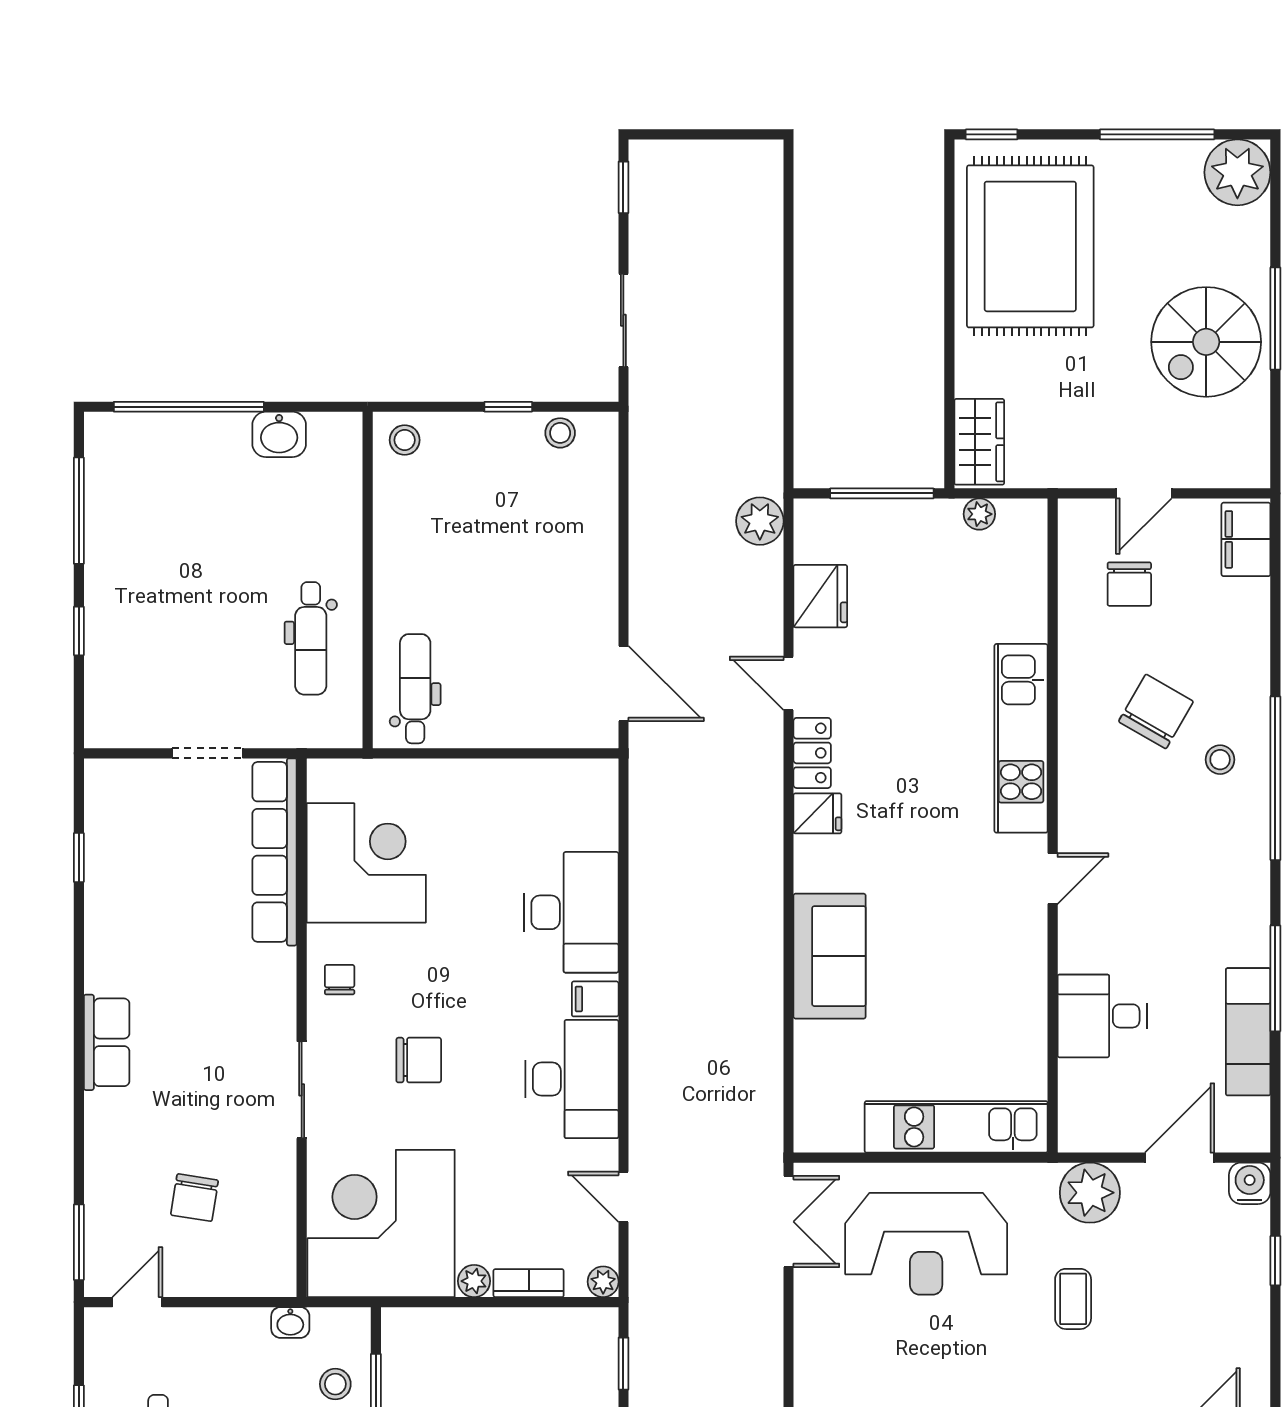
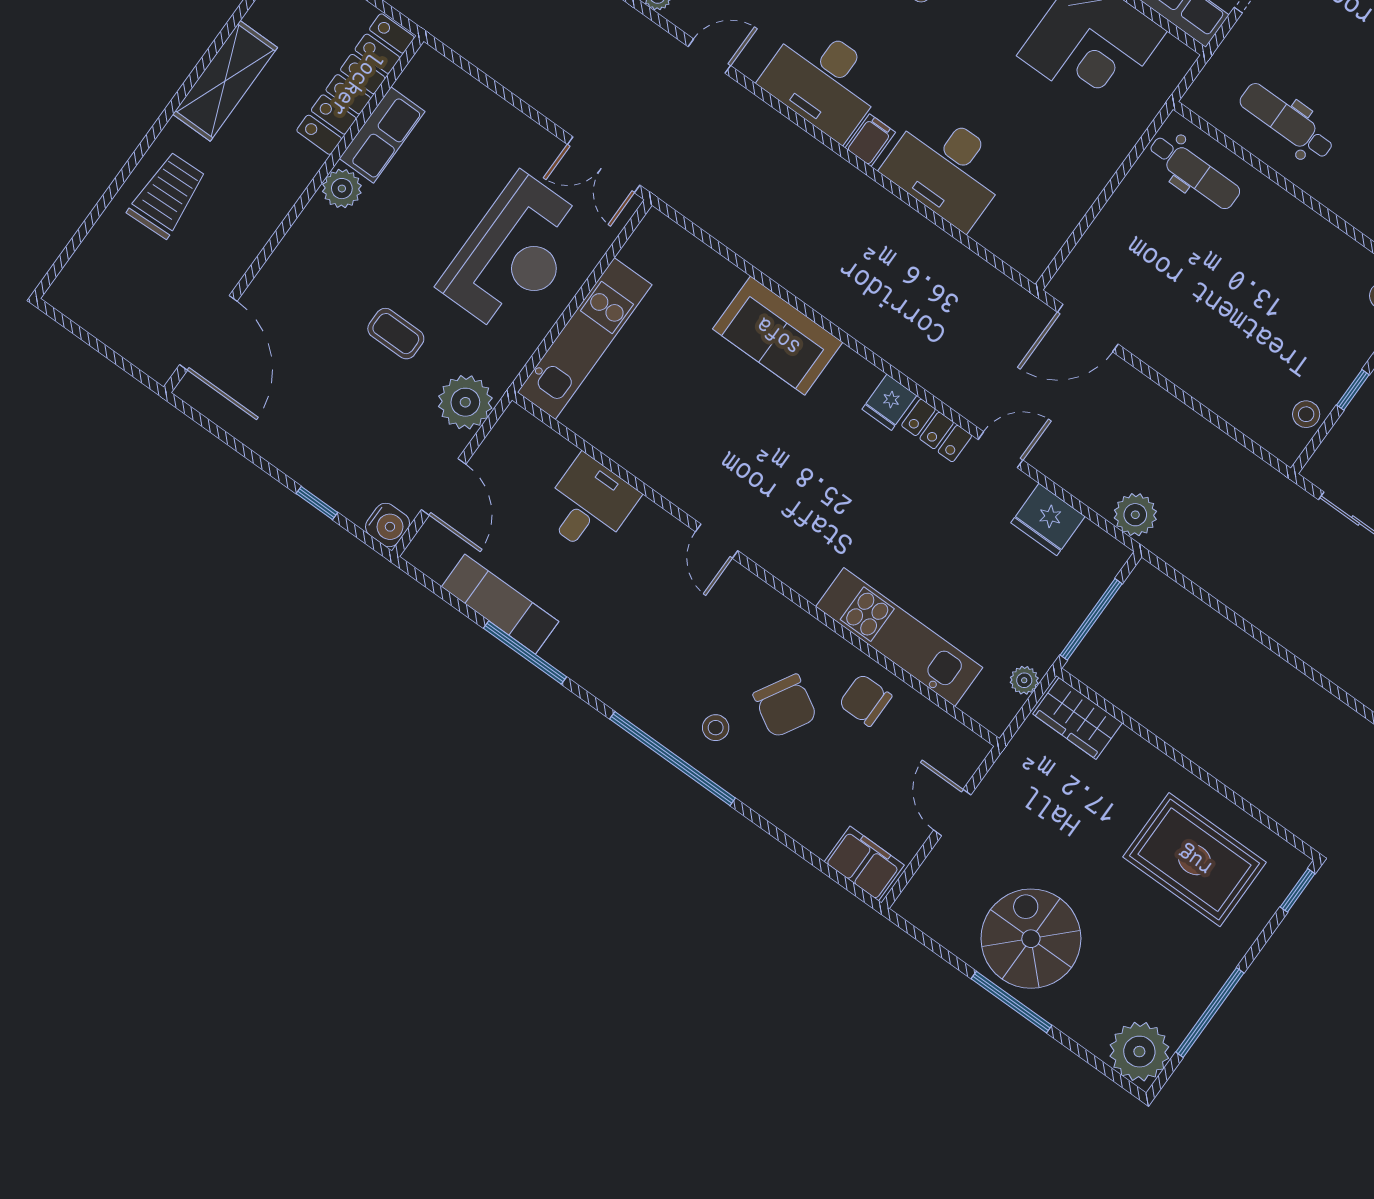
rug: (1030, 246) -> (1195, 860), width x0.73, depth x0.69
chair: (1129, 584) -> (865, 700), moved
kitchen unit: (1021, 738) -> (899, 637), moved
reception desk: (926, 1244) -> (514, 254), turned 180

